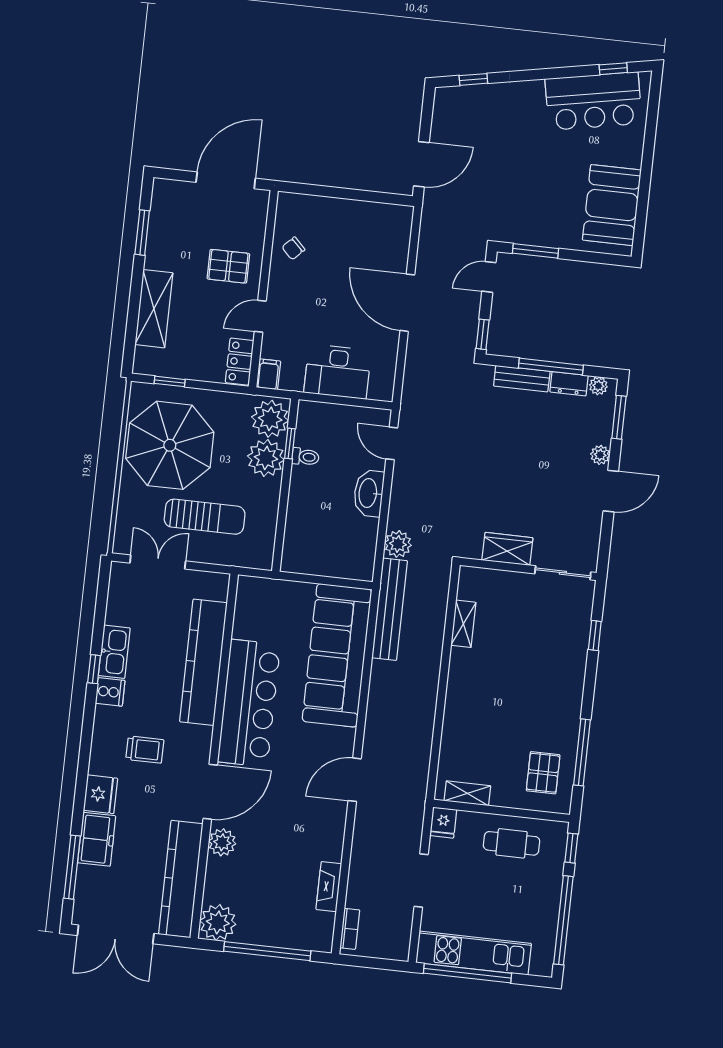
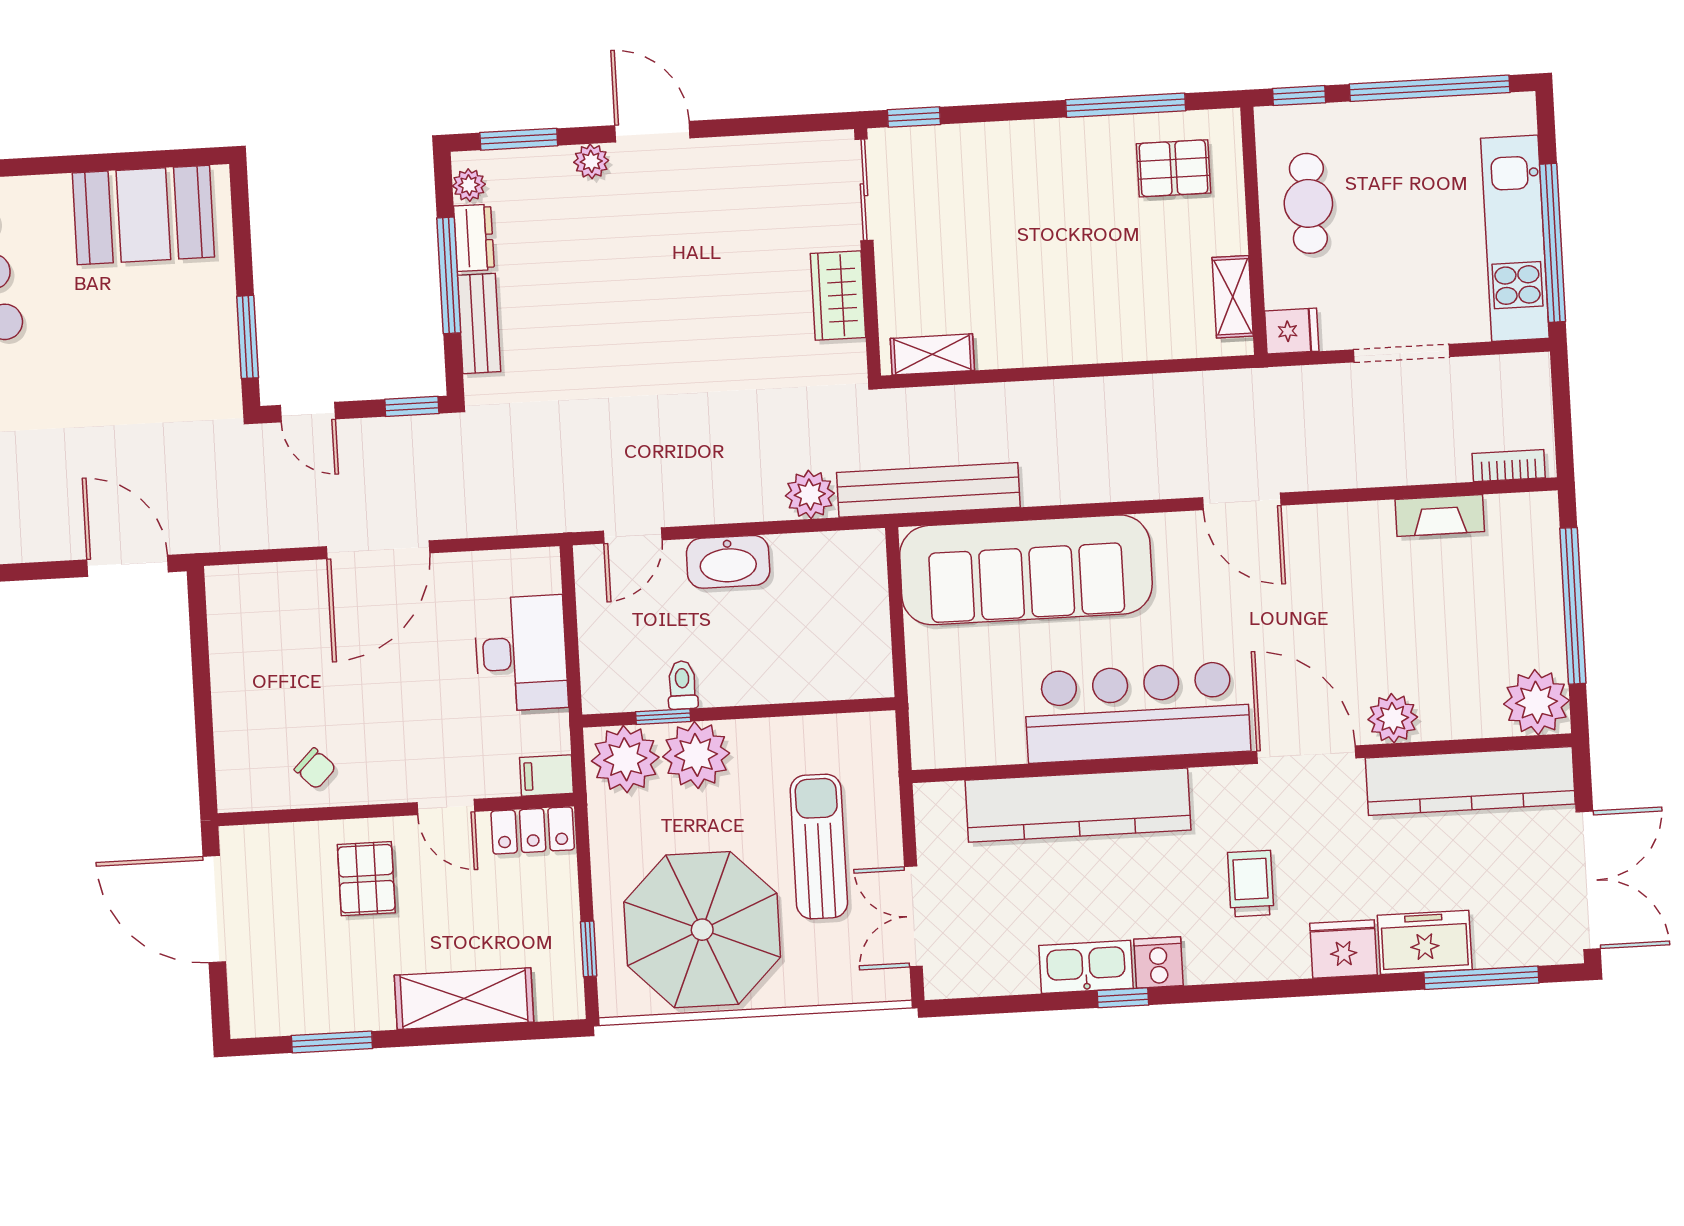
wardrobe: (507, 549) -> (838, 295), moved
wall: (528, 569) -> (868, 252), moved
sliding door: (563, 573) -> (864, 190), moved

